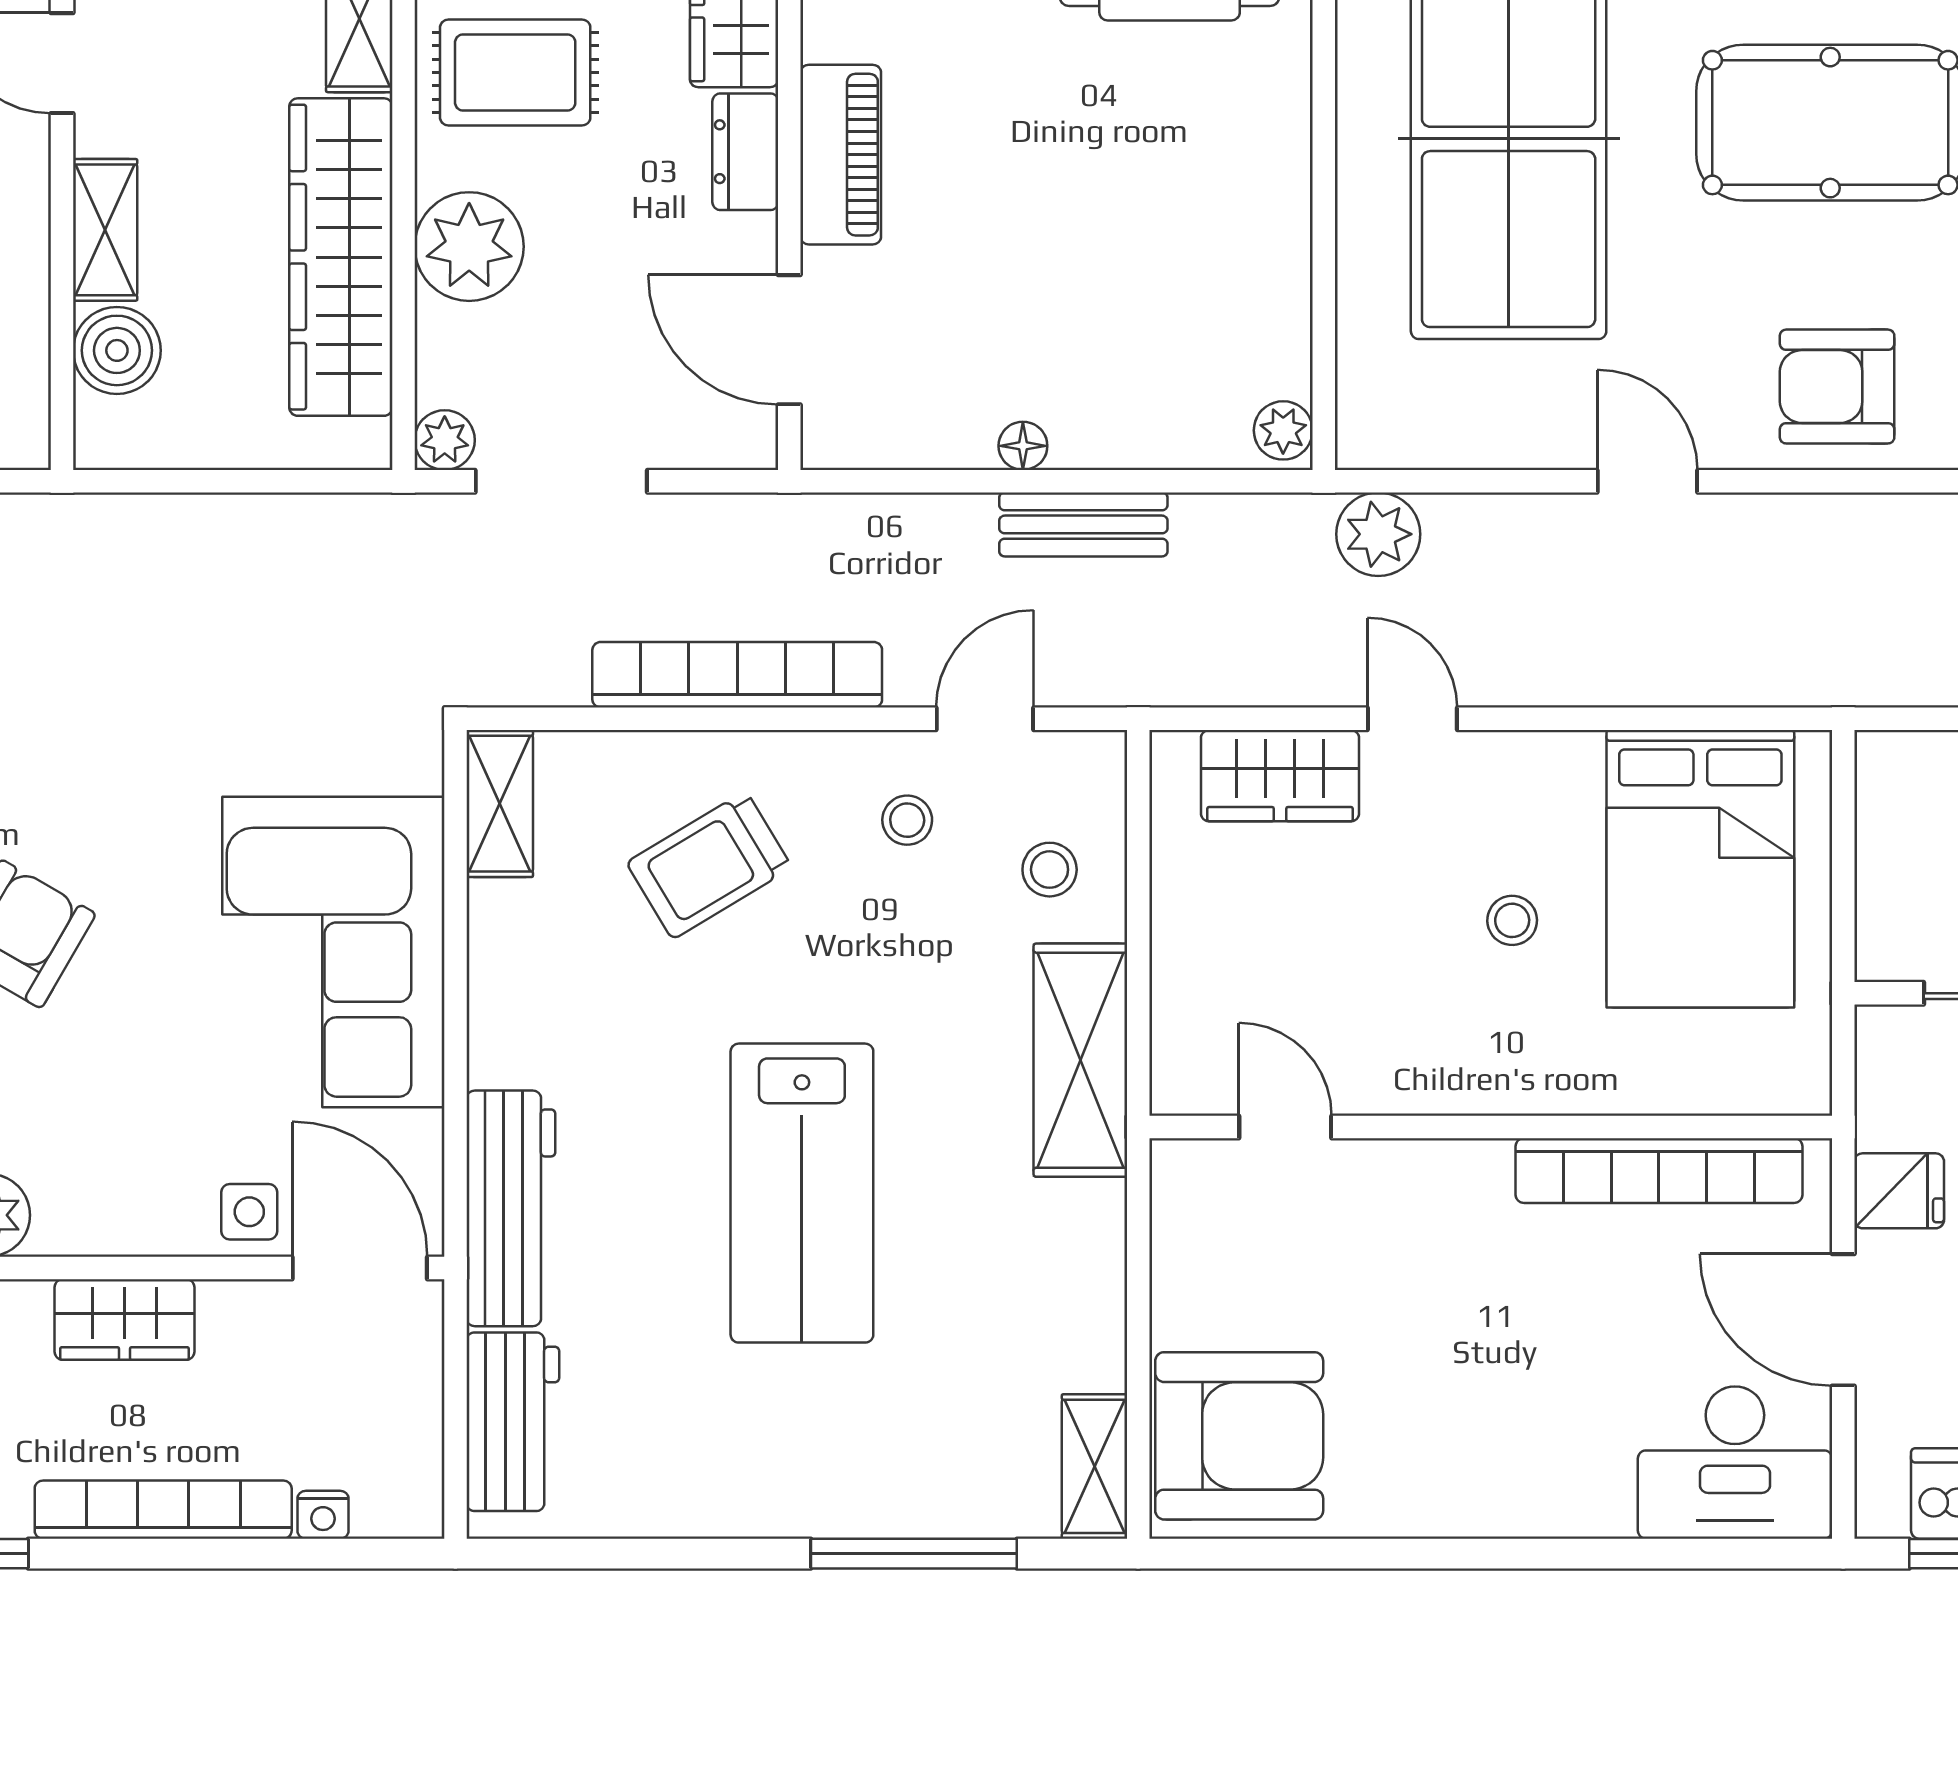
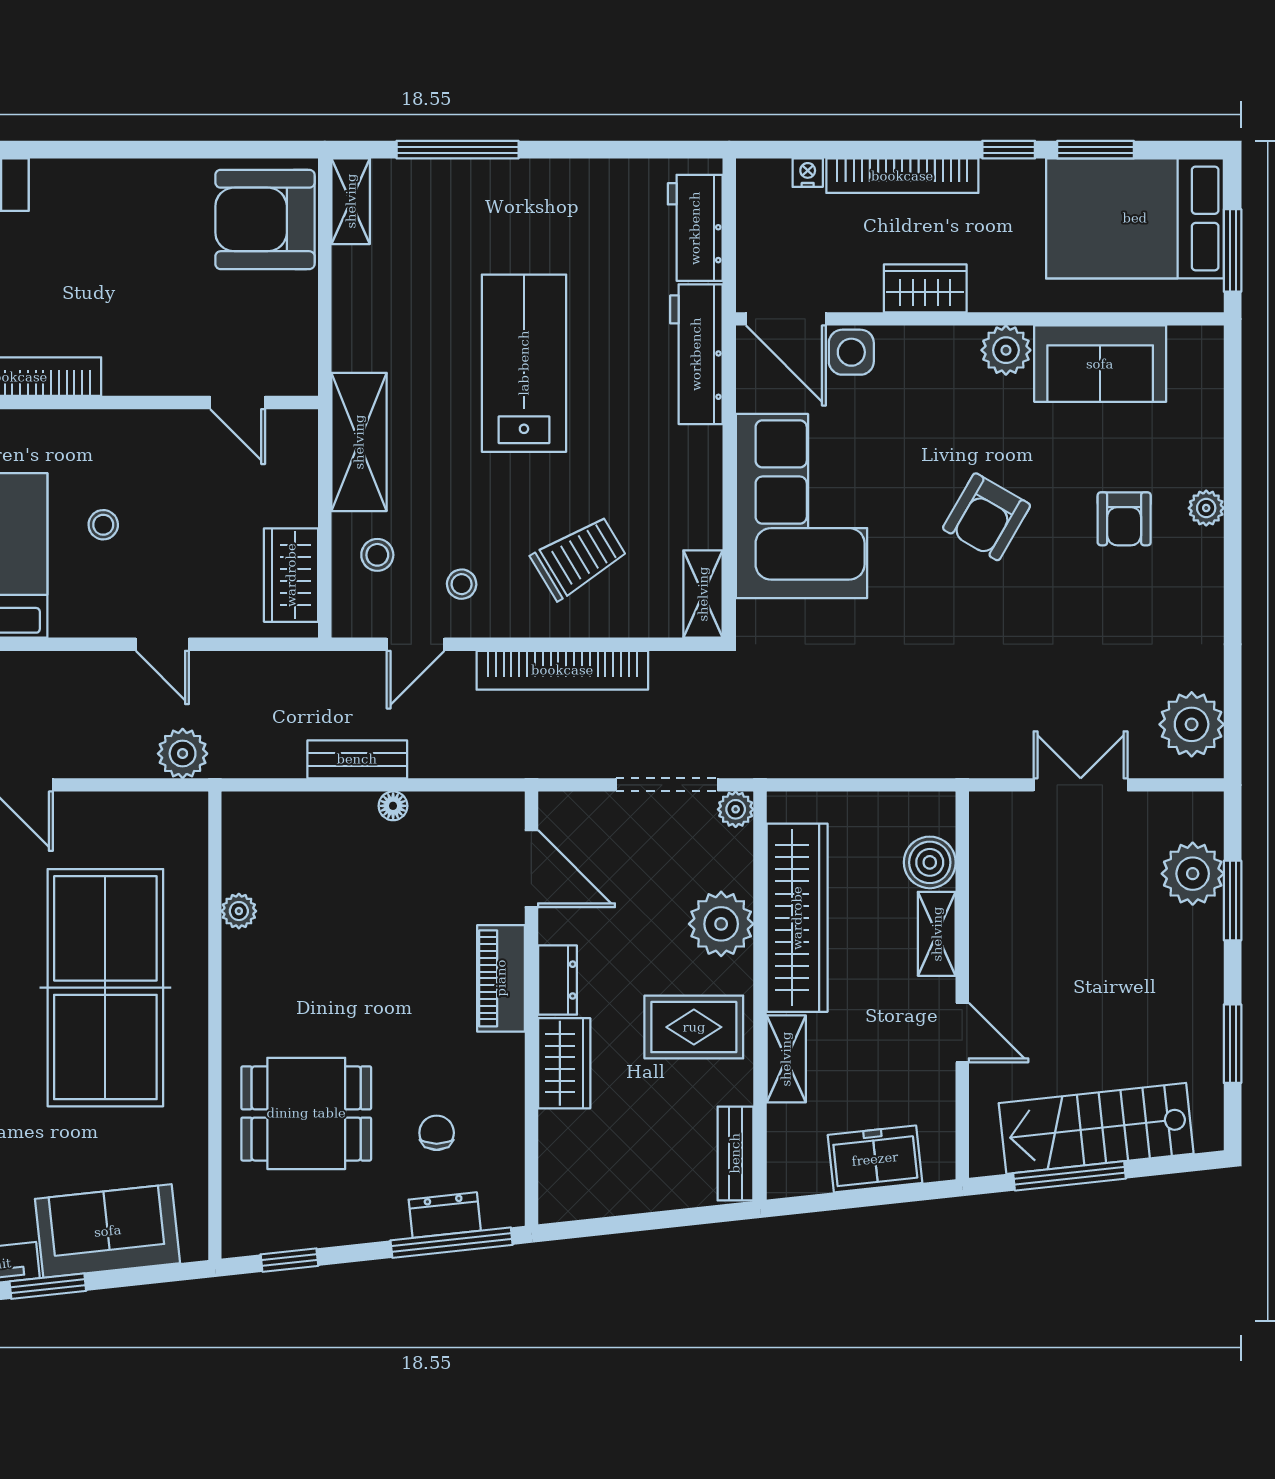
plant: (1283, 430) -> (239, 911), moved
wardrobe: (1280, 776) -> (291, 575), moved, turned -90
side table: (249, 1212) -> (851, 352), width x1.37, depth x1.37

